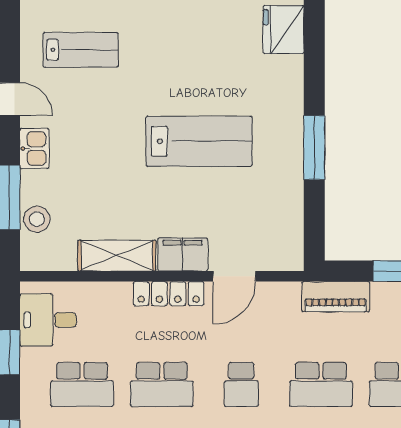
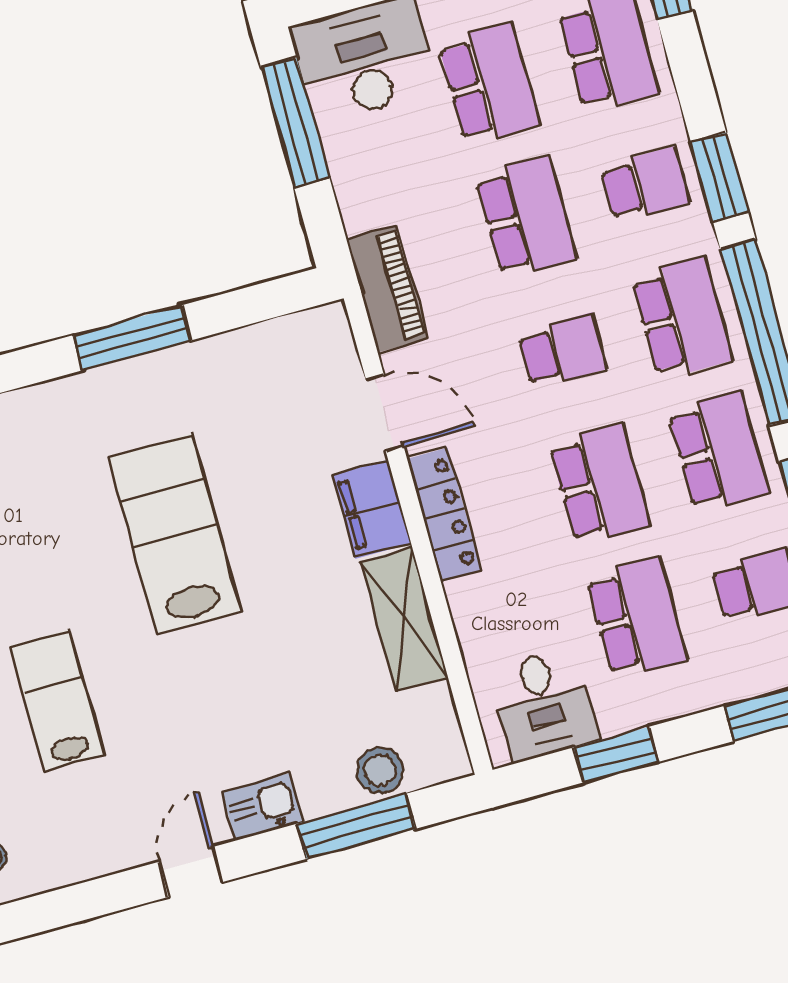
lab bench: (81, 50) -> (57, 700), moved
piano: (336, 297) -> (387, 289), moved

